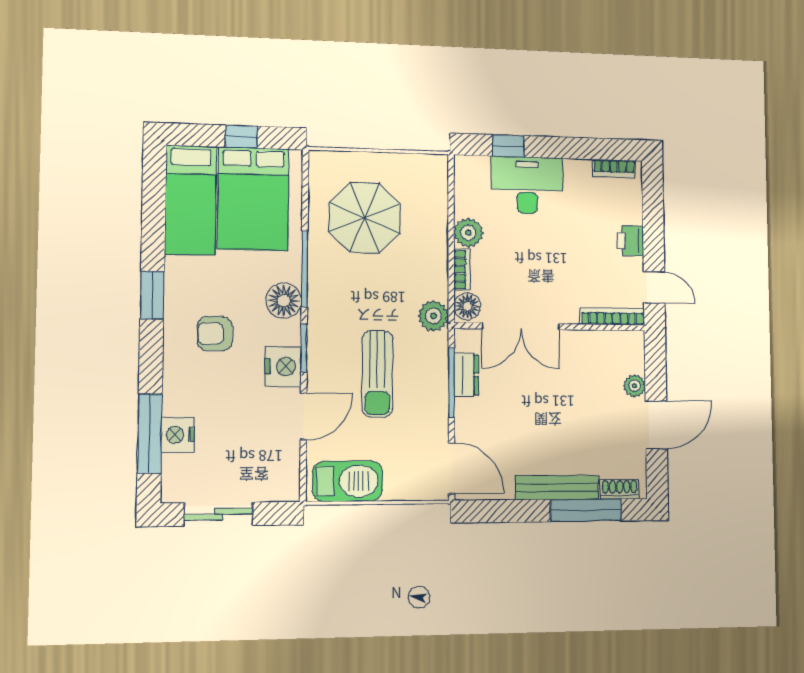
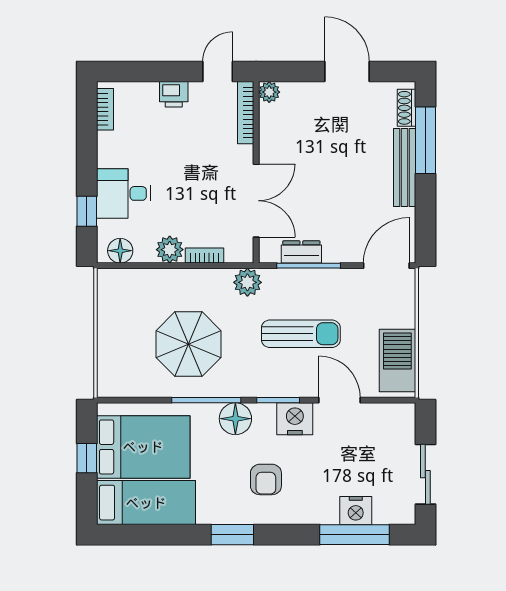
desk: (527, 185) -> (124, 193), width x0.73
parasol: (365, 218) -> (189, 344), moved
floor lamp: (467, 306) -> (120, 251), moved
plant: (635, 386) -> (269, 92), moved

